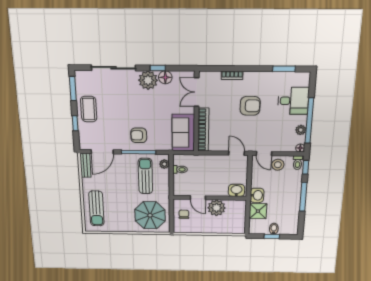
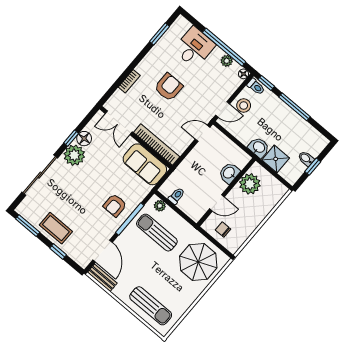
washbasin: (236, 190) -> (229, 173), moved
plant: (217, 208) -> (250, 184), moved

